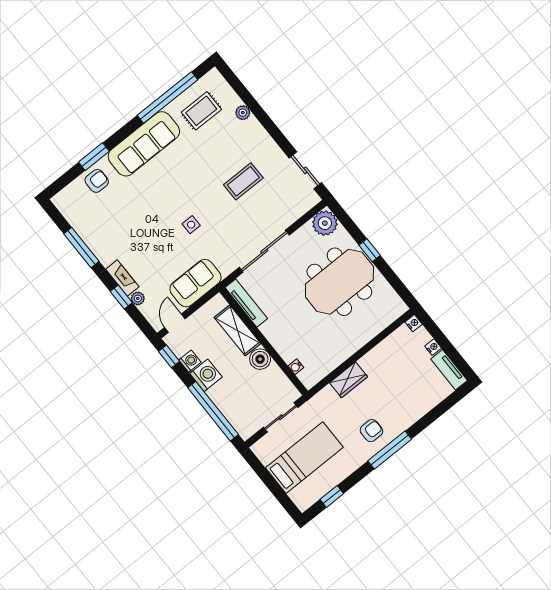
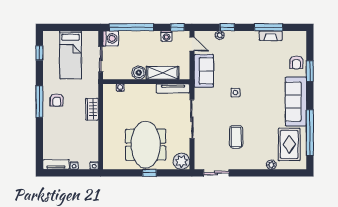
rug: (201, 111) -> (289, 144), width x1.36, depth x1.43
fireplace: (122, 278) -> (271, 36), moved
washing machine: (206, 375) -> (111, 38), moved, turned -90

